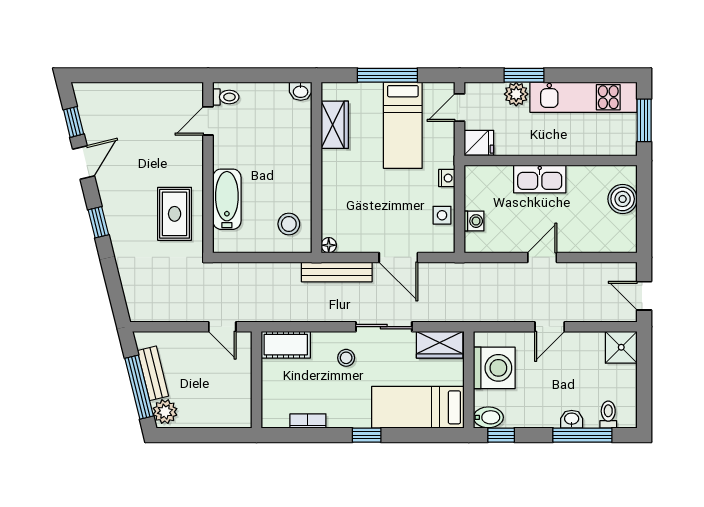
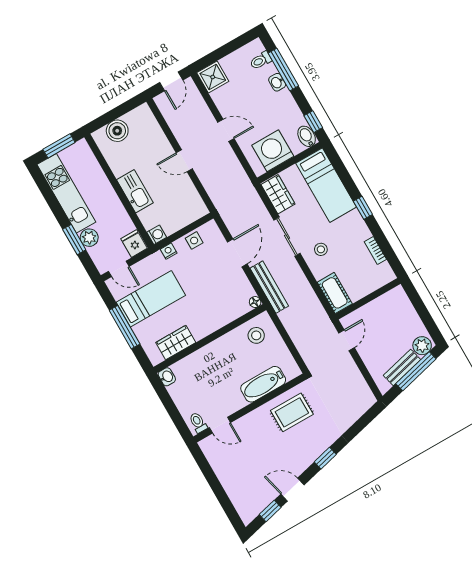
washing machine: (474, 221) -> (157, 235), moved, turned 90

